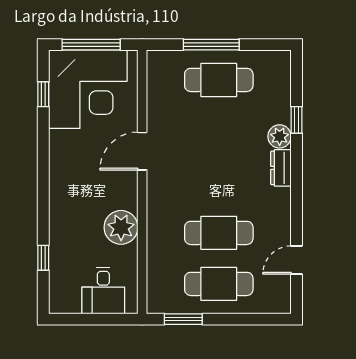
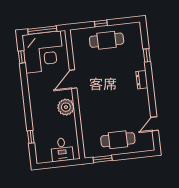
window: (211, 45) -> (101, 23), width x0.46
plant: (280, 136) -> (139, 64), removed
plant: (121, 227) -> (66, 107), moved
cafe table: (219, 233) -> (115, 115), removed

